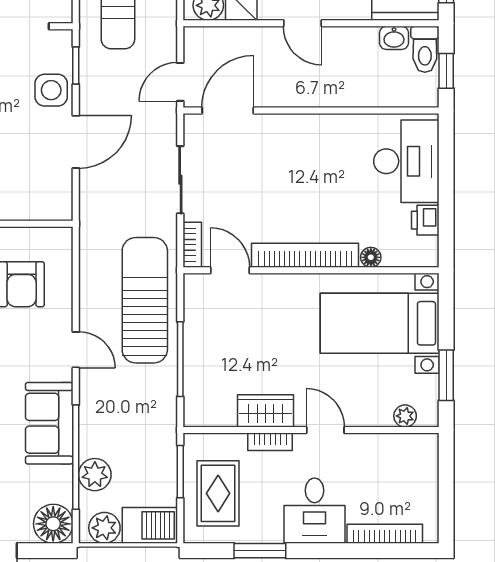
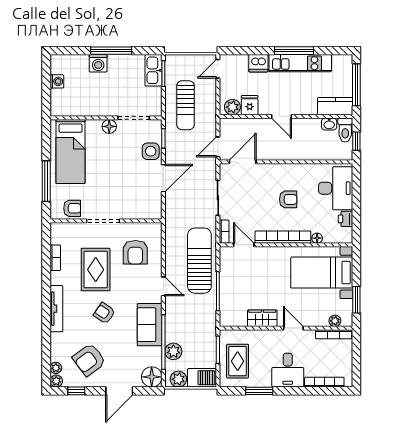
armchair: (315, 183) -> (288, 199), added
bookcase: (270, 442) -> (334, 334), moved, width x1.56

